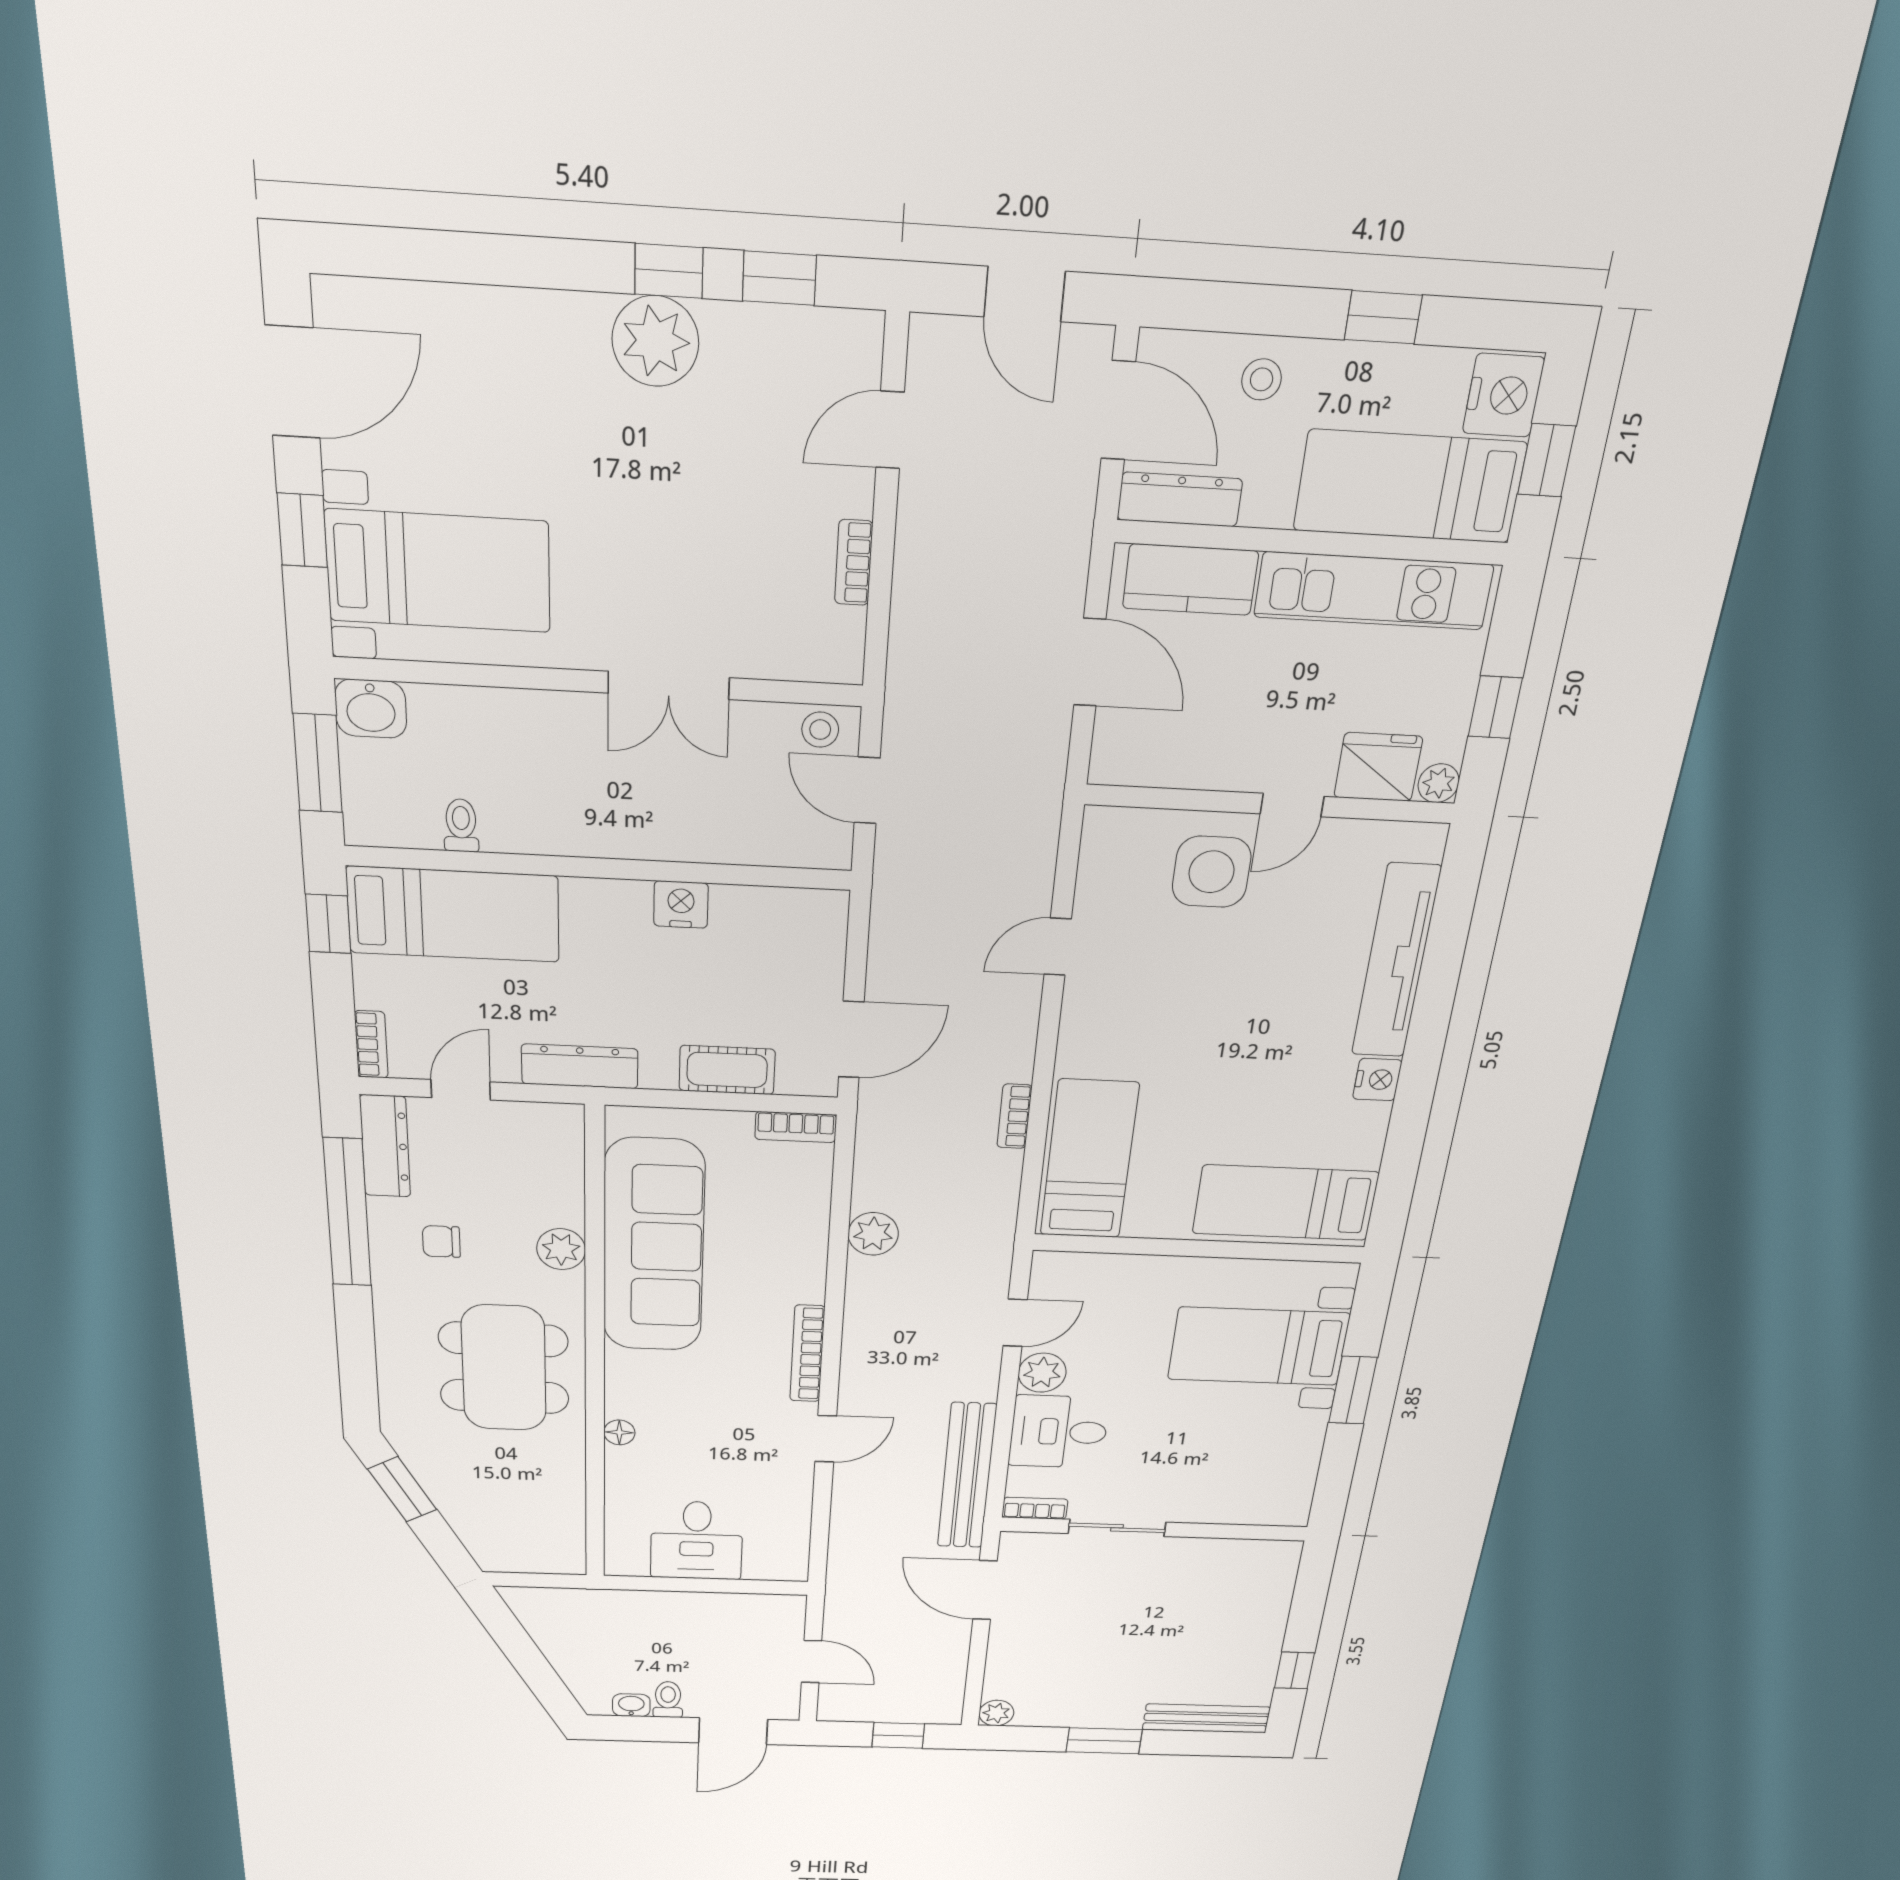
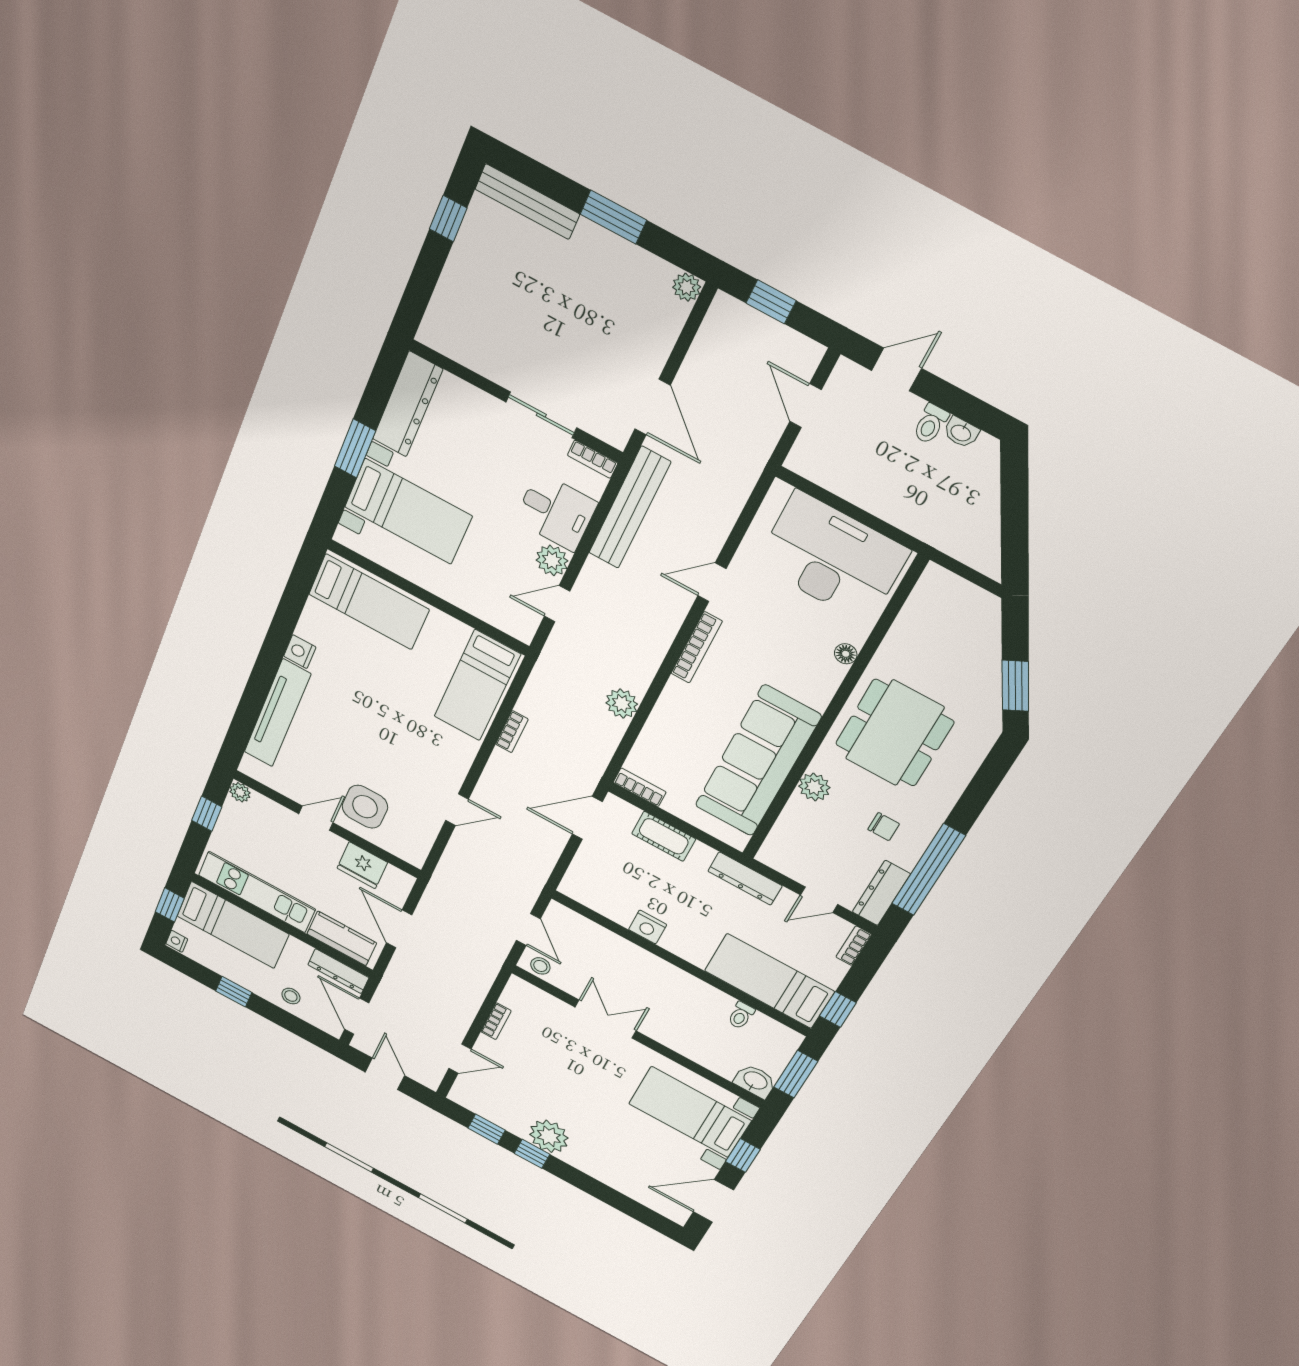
nightstand: (1503, 395) -> (177, 941), width x0.53, depth x0.56
fridge: (1378, 767) -> (362, 865), moved
dresser: (1294, 1469) -> (408, 404), added
desk: (697, 1540) -> (832, 558), width x1.87, depth x1.30
door: (733, 1731) -> (897, 369), width x0.73

